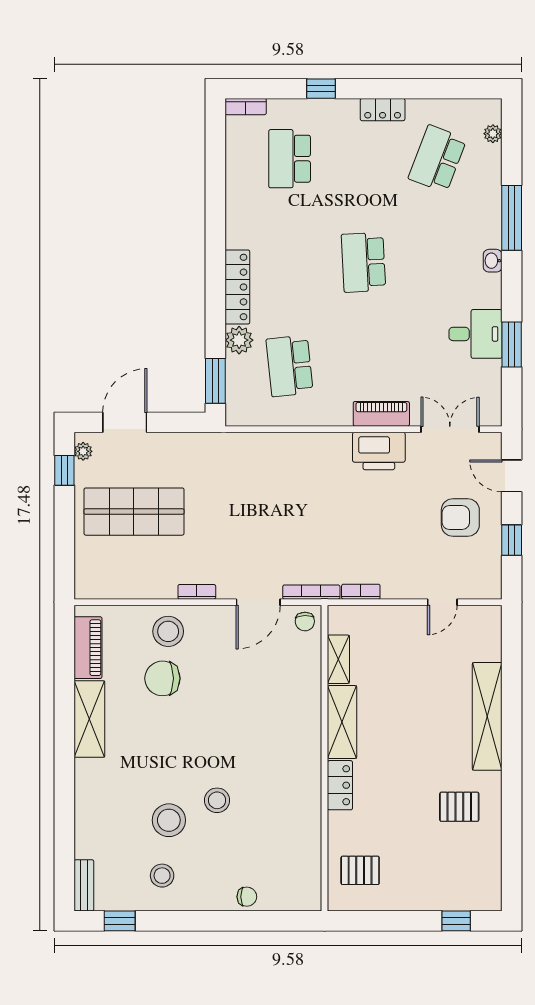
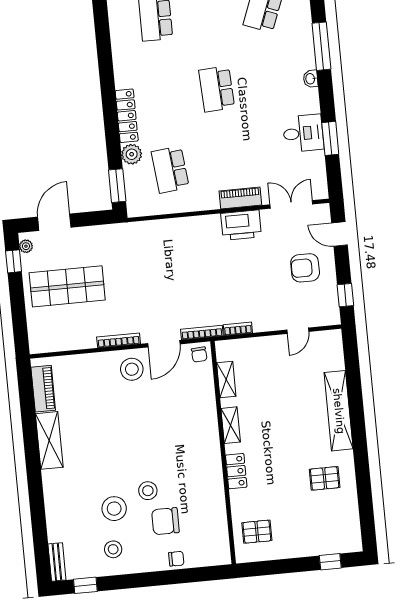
window: (512, 540) -> (345, 295), moved
bookcase: (197, 592) -> (119, 340), width x1.56
stool: (168, 631) -> (132, 369), moved
chair: (162, 678) -> (165, 521), moved
shelving: (342, 722) -> (231, 425), width x0.67, depth x0.75

